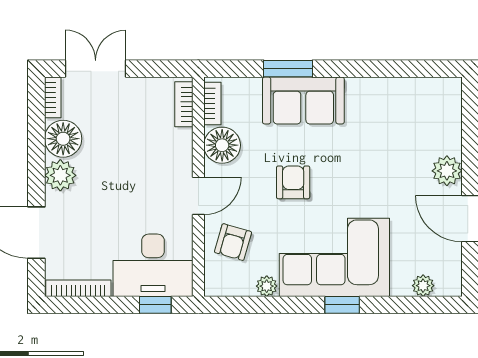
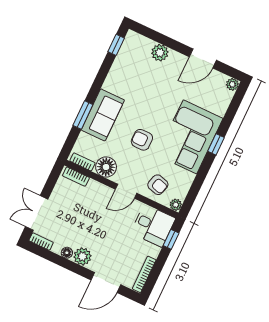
window: (426, 69) -> (116, 45), added
floor lamp: (63, 139) -> (67, 253), width x0.53, depth x0.53
plant: (447, 171) -> (160, 53), moved
door: (198, 196) -> (126, 191), swing flipped
desk: (153, 265) -> (153, 225), width x0.73
plant: (267, 286) -> (176, 205), moved
plant: (423, 286) -> (232, 84), moved

